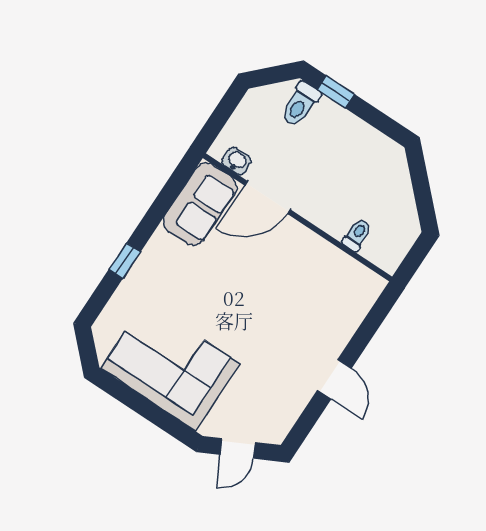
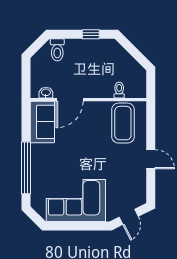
window: (336, 92) -> (91, 34), moved
window: (125, 261) -> (26, 168), width x3.17
coffee table: (328, 292) -> (123, 123), added

